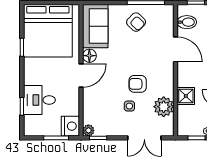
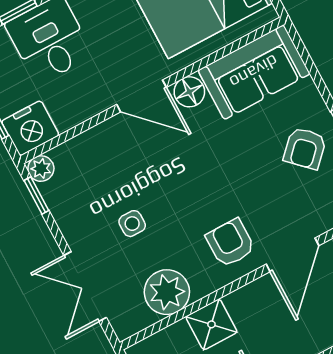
armchair: (138, 84) -> (230, 243), moved

